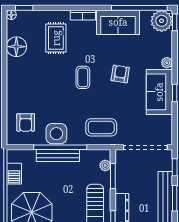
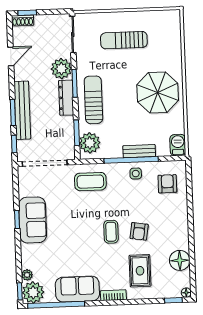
plant: (167, 63) -> (27, 275), moved
armchair: (120, 74) -> (139, 231), moved
side table: (56, 134) -> (136, 174), width x0.54, depth x0.54
bench: (58, 156) -> (139, 151), width x0.73
plant: (105, 165) -> (90, 143), width x1.88, depth x1.88
barbecue: (14, 174) -> (178, 145), moved

